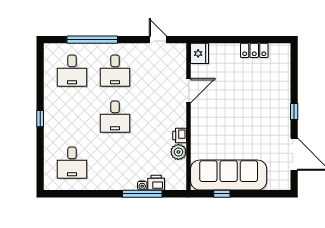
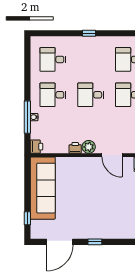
plant: (178, 152) -> (89, 147), moved
desk: (115, 163) -> (53, 95), added
printer: (156, 183) -> (36, 147), moved
window: (222, 194) -> (27, 218), moved

